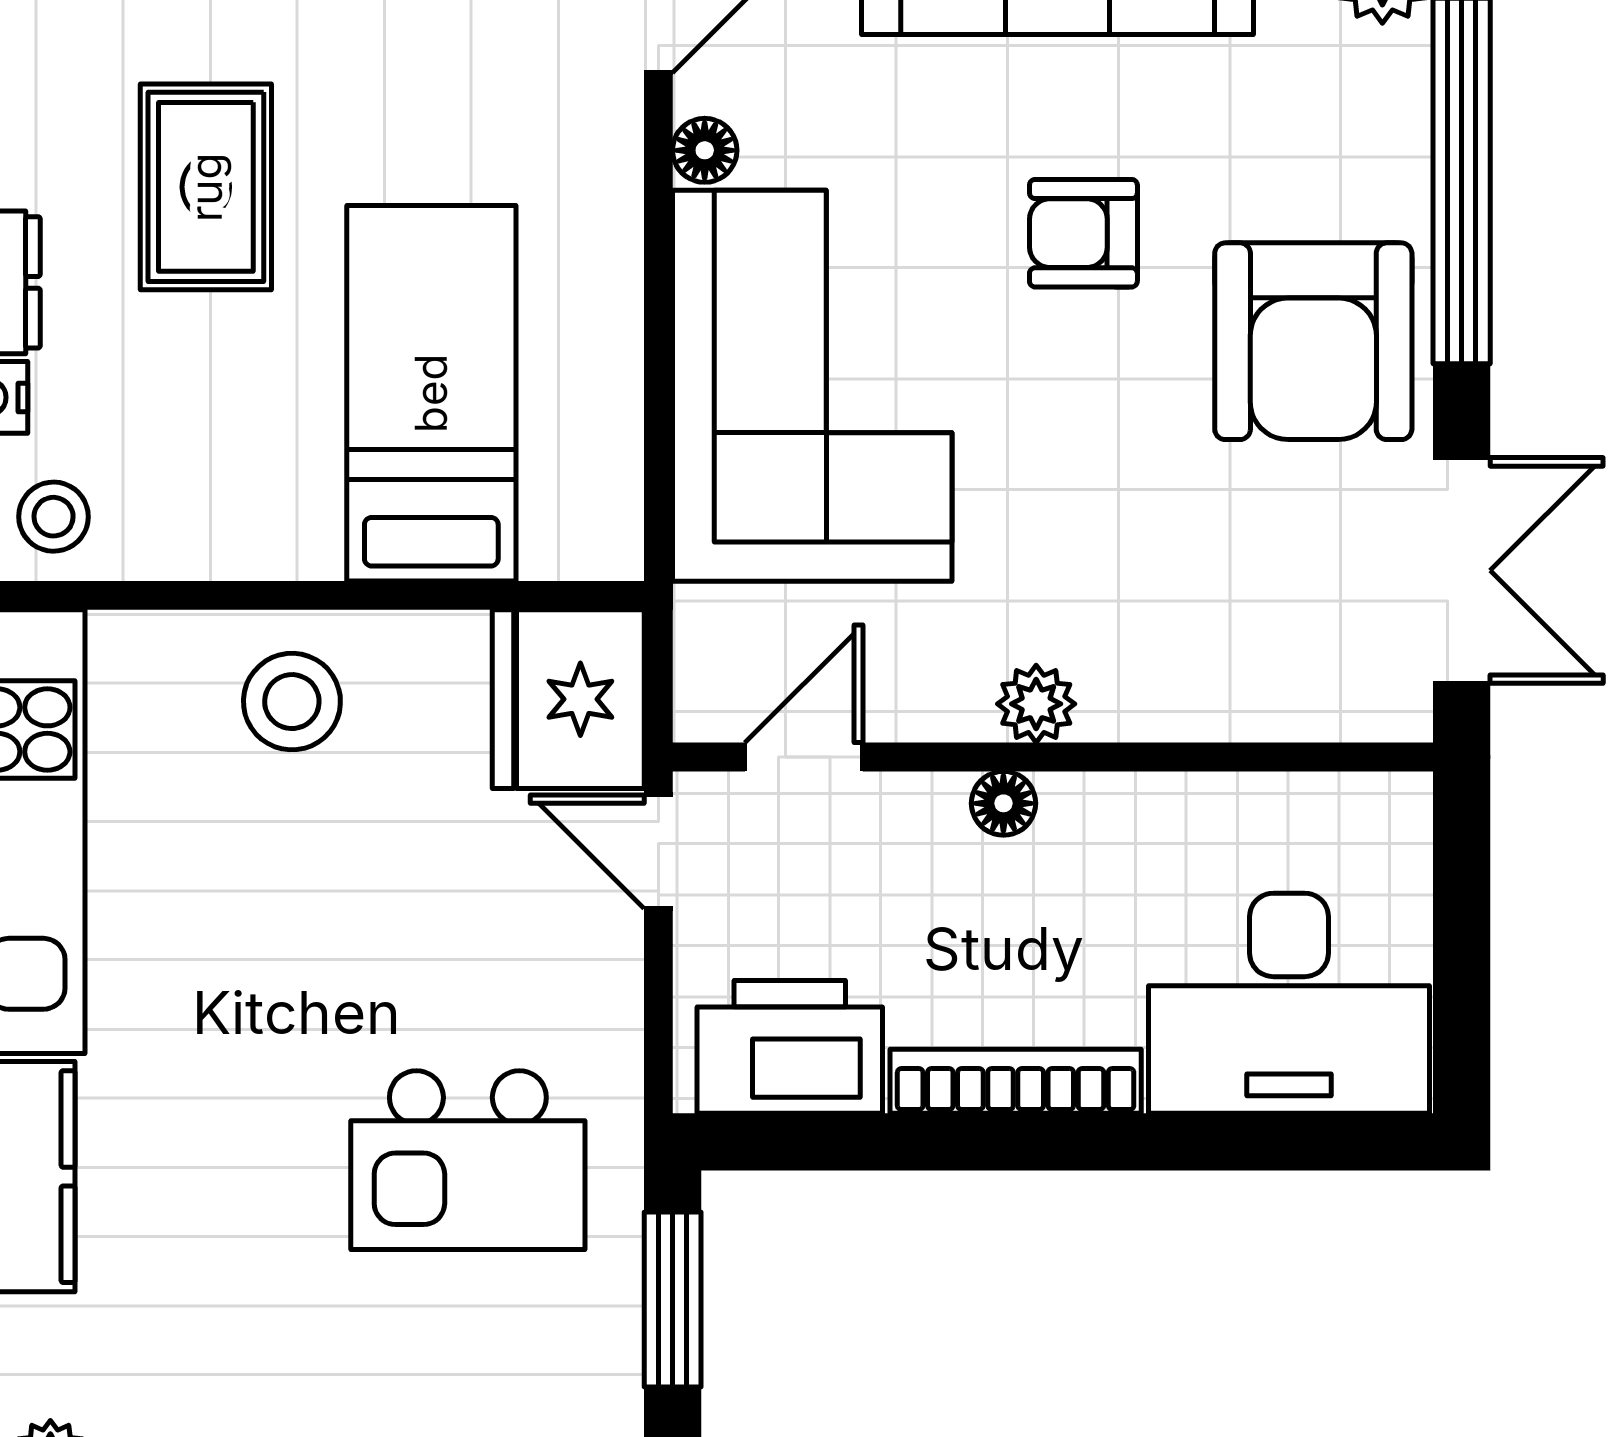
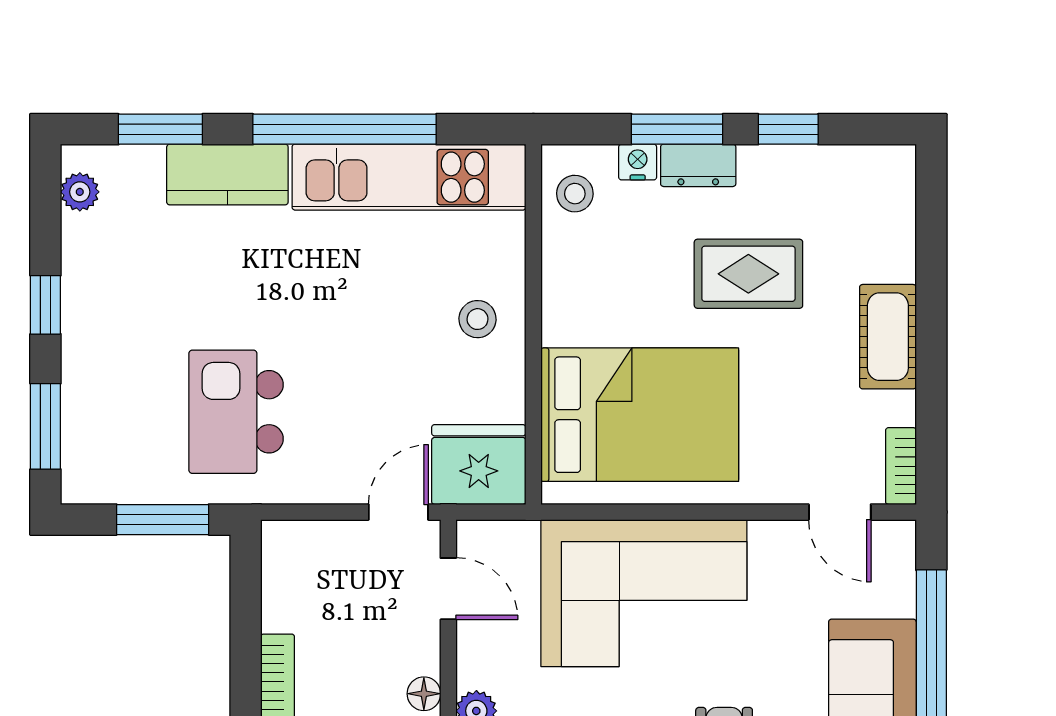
floor lamp: (705, 150) -> (768, 536), removed
bed: (431, 393) -> (640, 415), width x1.50
stool: (292, 702) -> (478, 319), width x0.73, depth x0.73
printer: (790, 1047) -> (296, 581), removed

